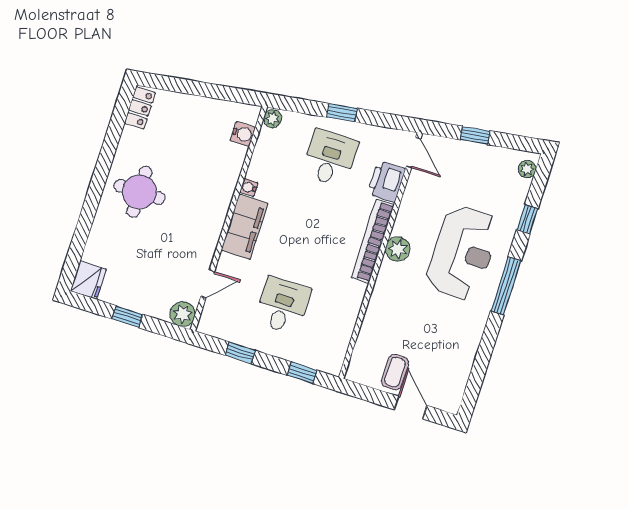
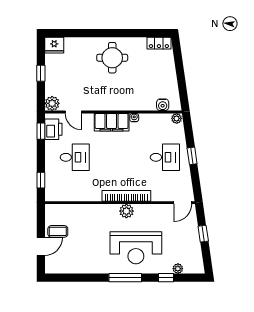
plant: (527, 169) -> (178, 269), moved
printer: (386, 181) -> (53, 129), moved, turned 90
window: (240, 353) -> (41, 131), moved

